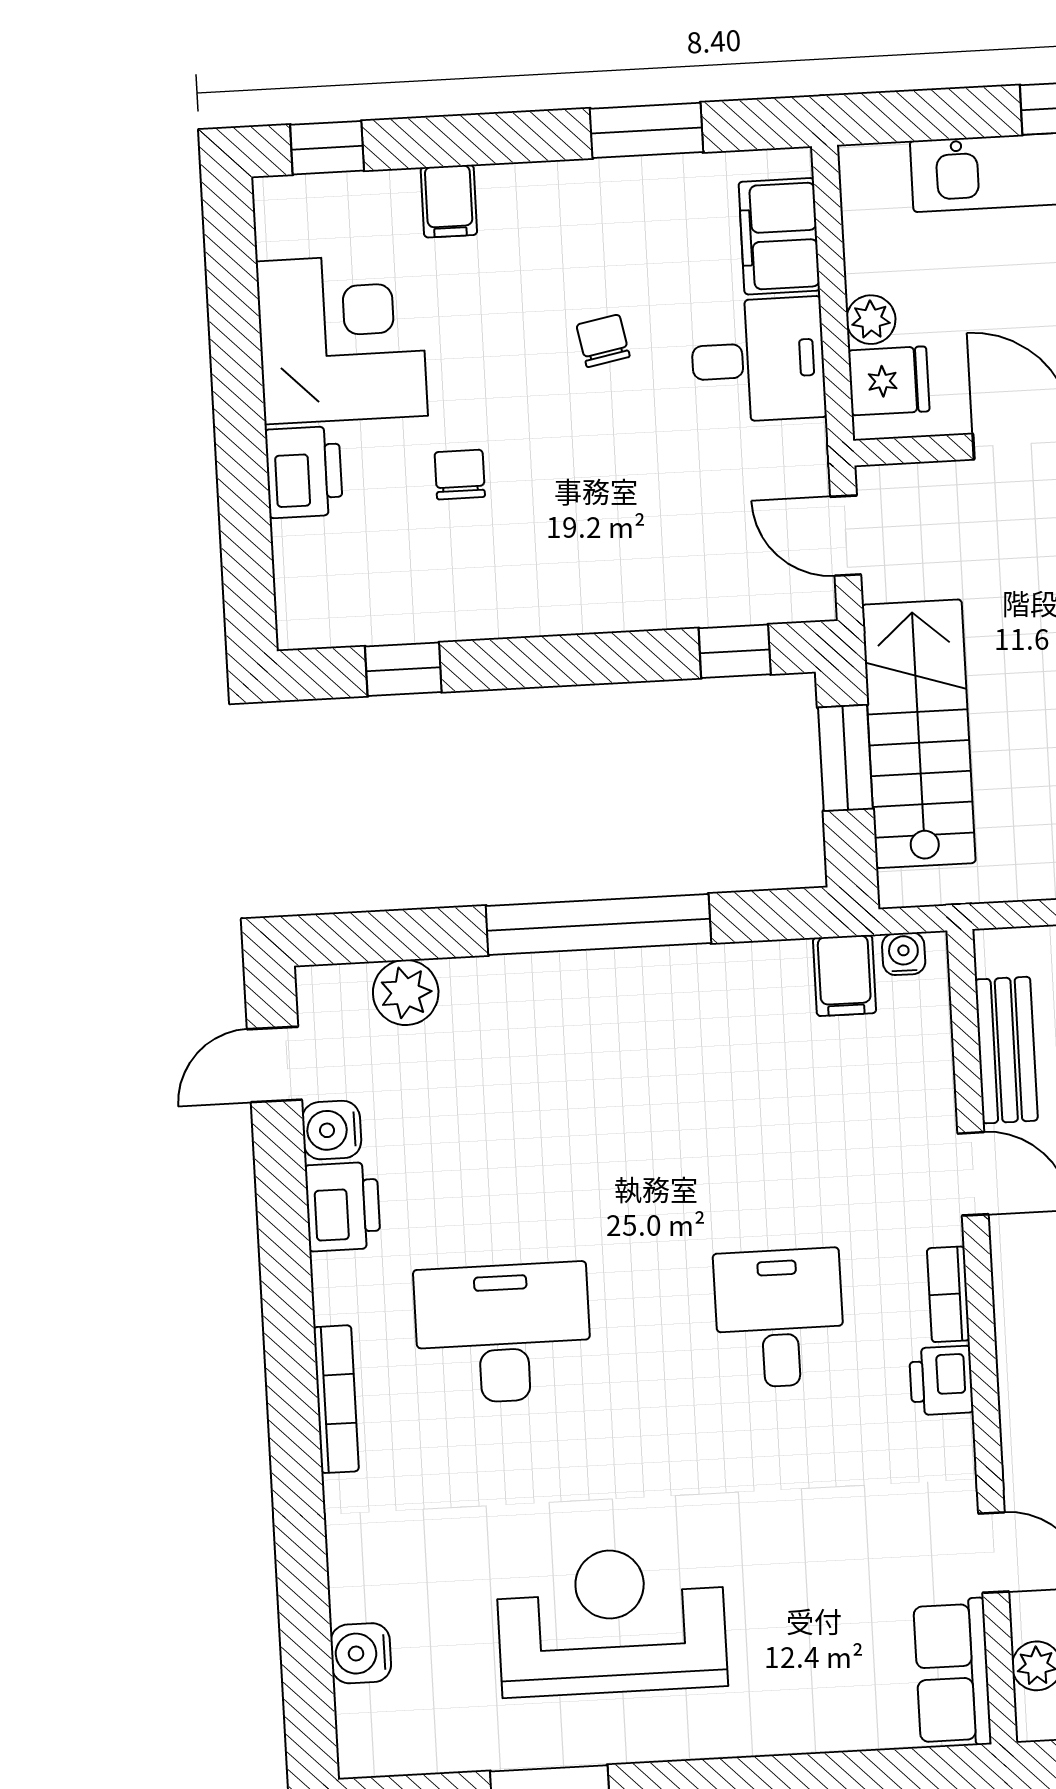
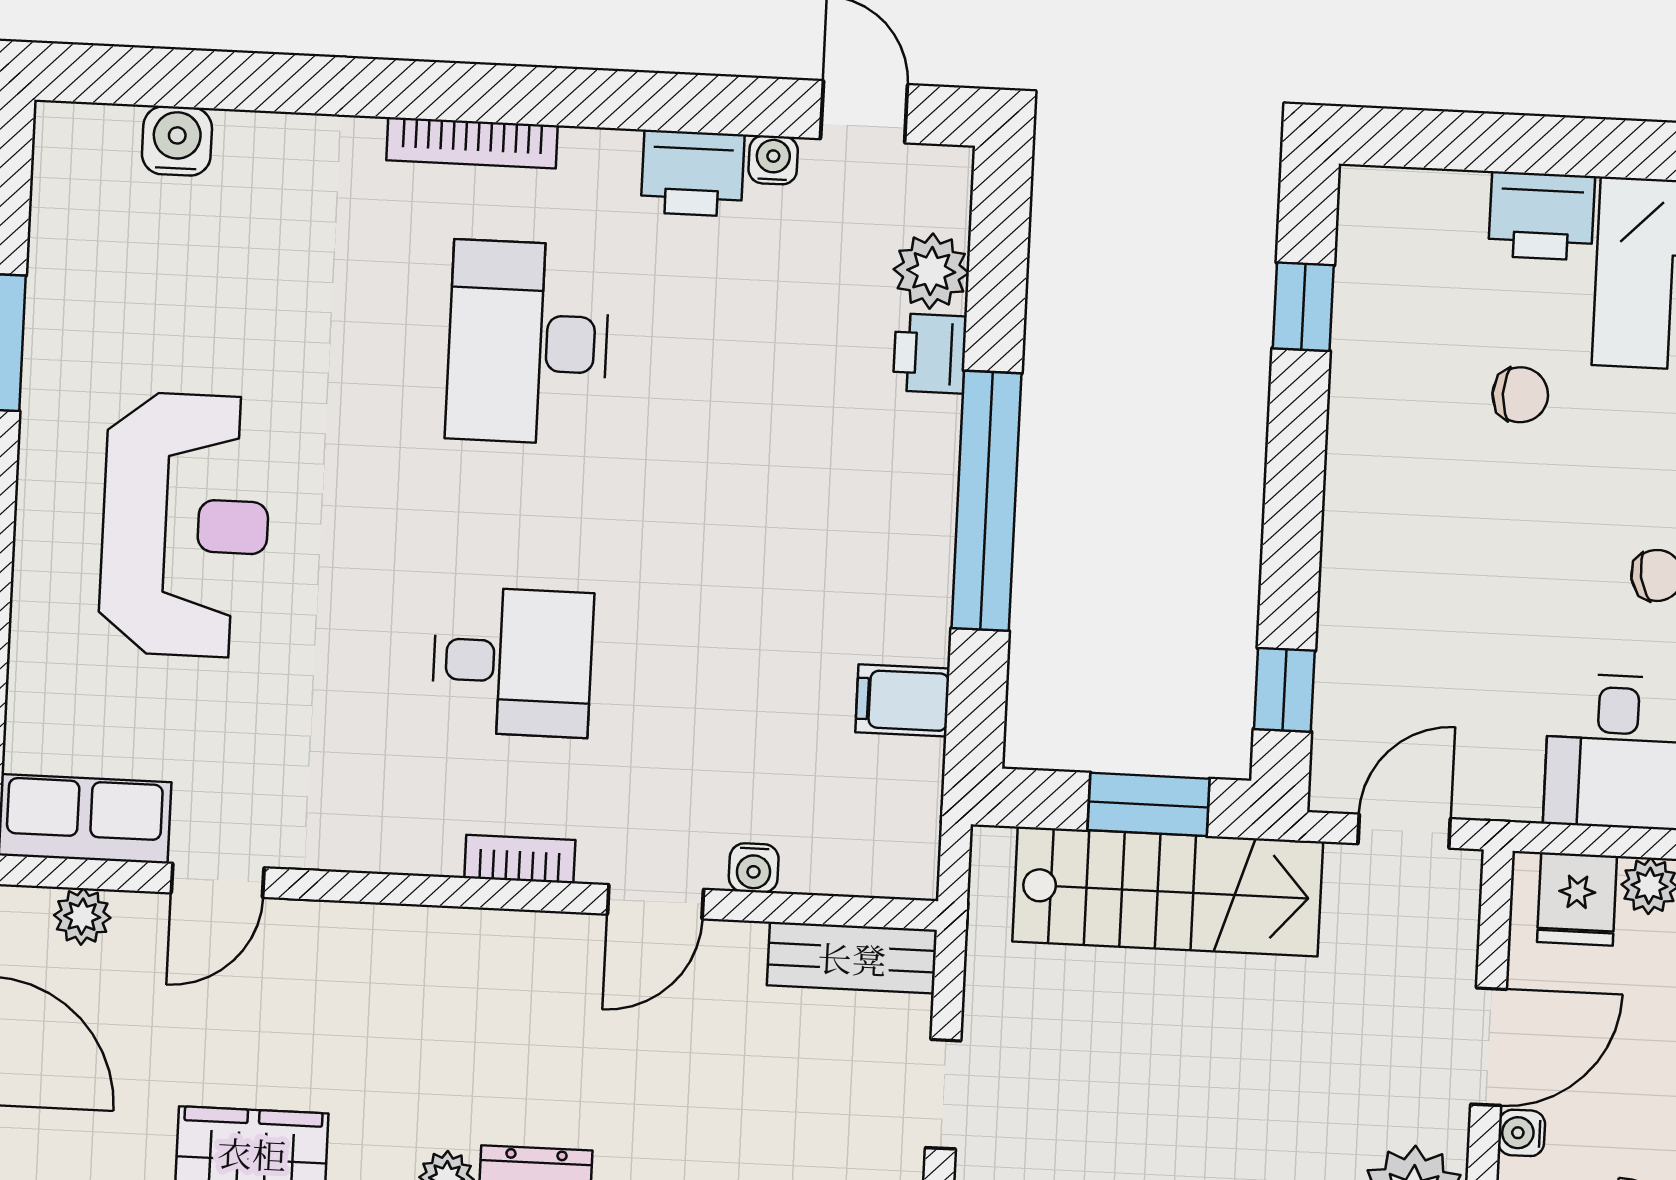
water cooler: (904, 954) -> (754, 868), moved, turned 90
filing cabinet: (845, 975) -> (902, 700), moved
bench: (1006, 1050) -> (852, 958), moved
water cooler: (332, 1130) -> (773, 160), width x0.72, depth x0.72
desk: (503, 1333) -> (528, 342), turned 180
printer: (941, 1380) -> (930, 353), moved, turned -90
reception desk: (612, 1621) -> (185, 525), moved

